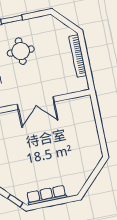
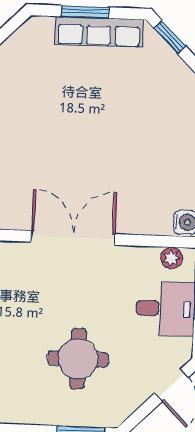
window: (55, 202) -> (85, 12), added

